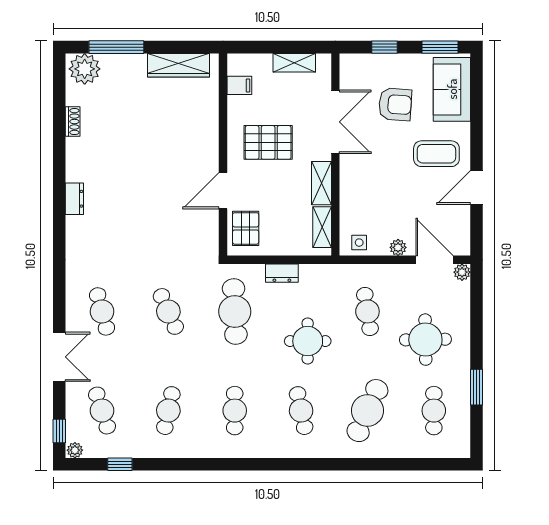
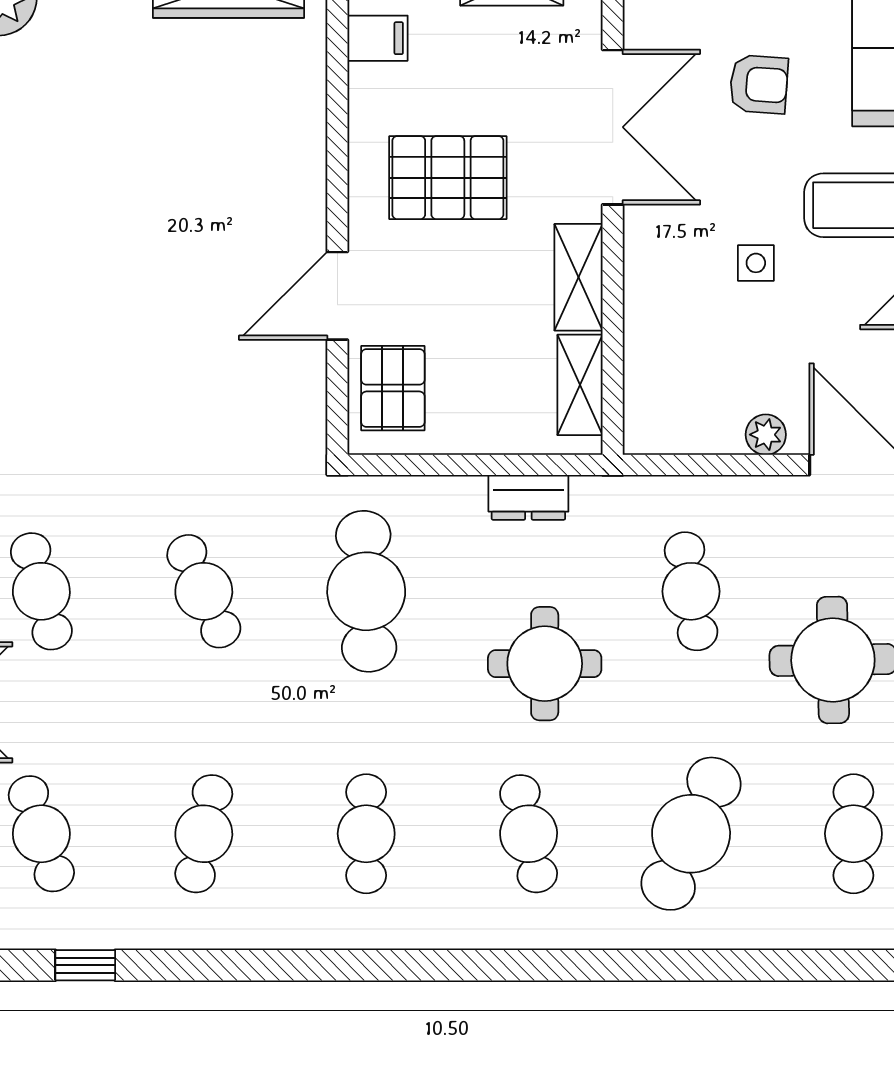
armchair: (395, 104) -> (759, 84), width x0.72, depth x0.72
side table: (359, 243) -> (756, 263), moved
dresser: (282, 273) -> (528, 497), moved

